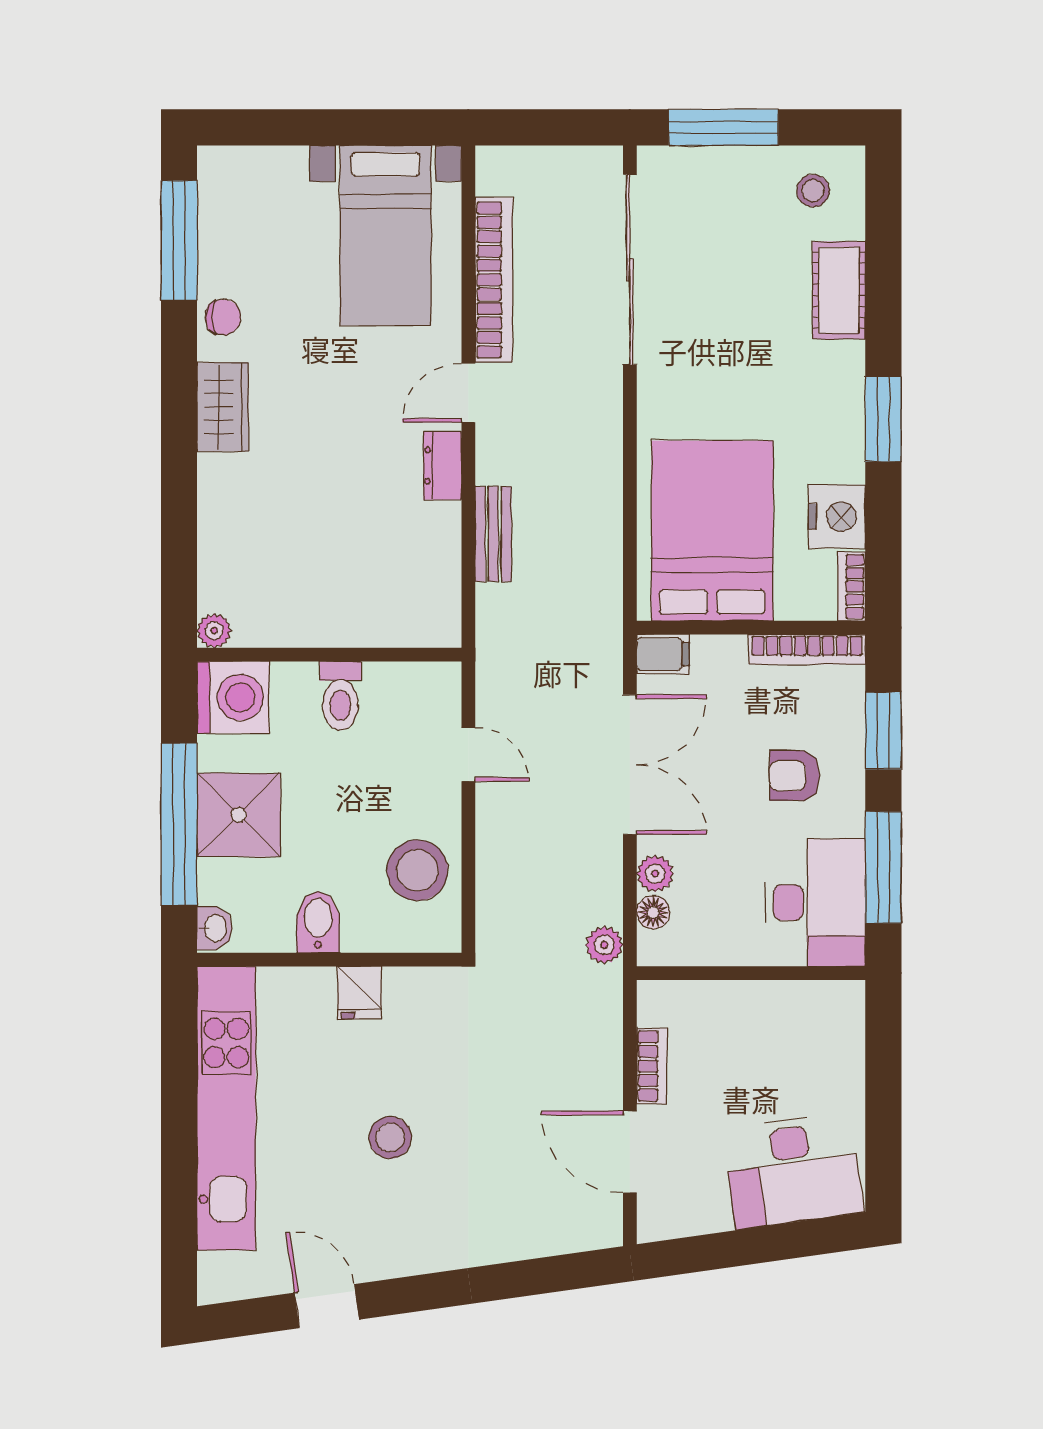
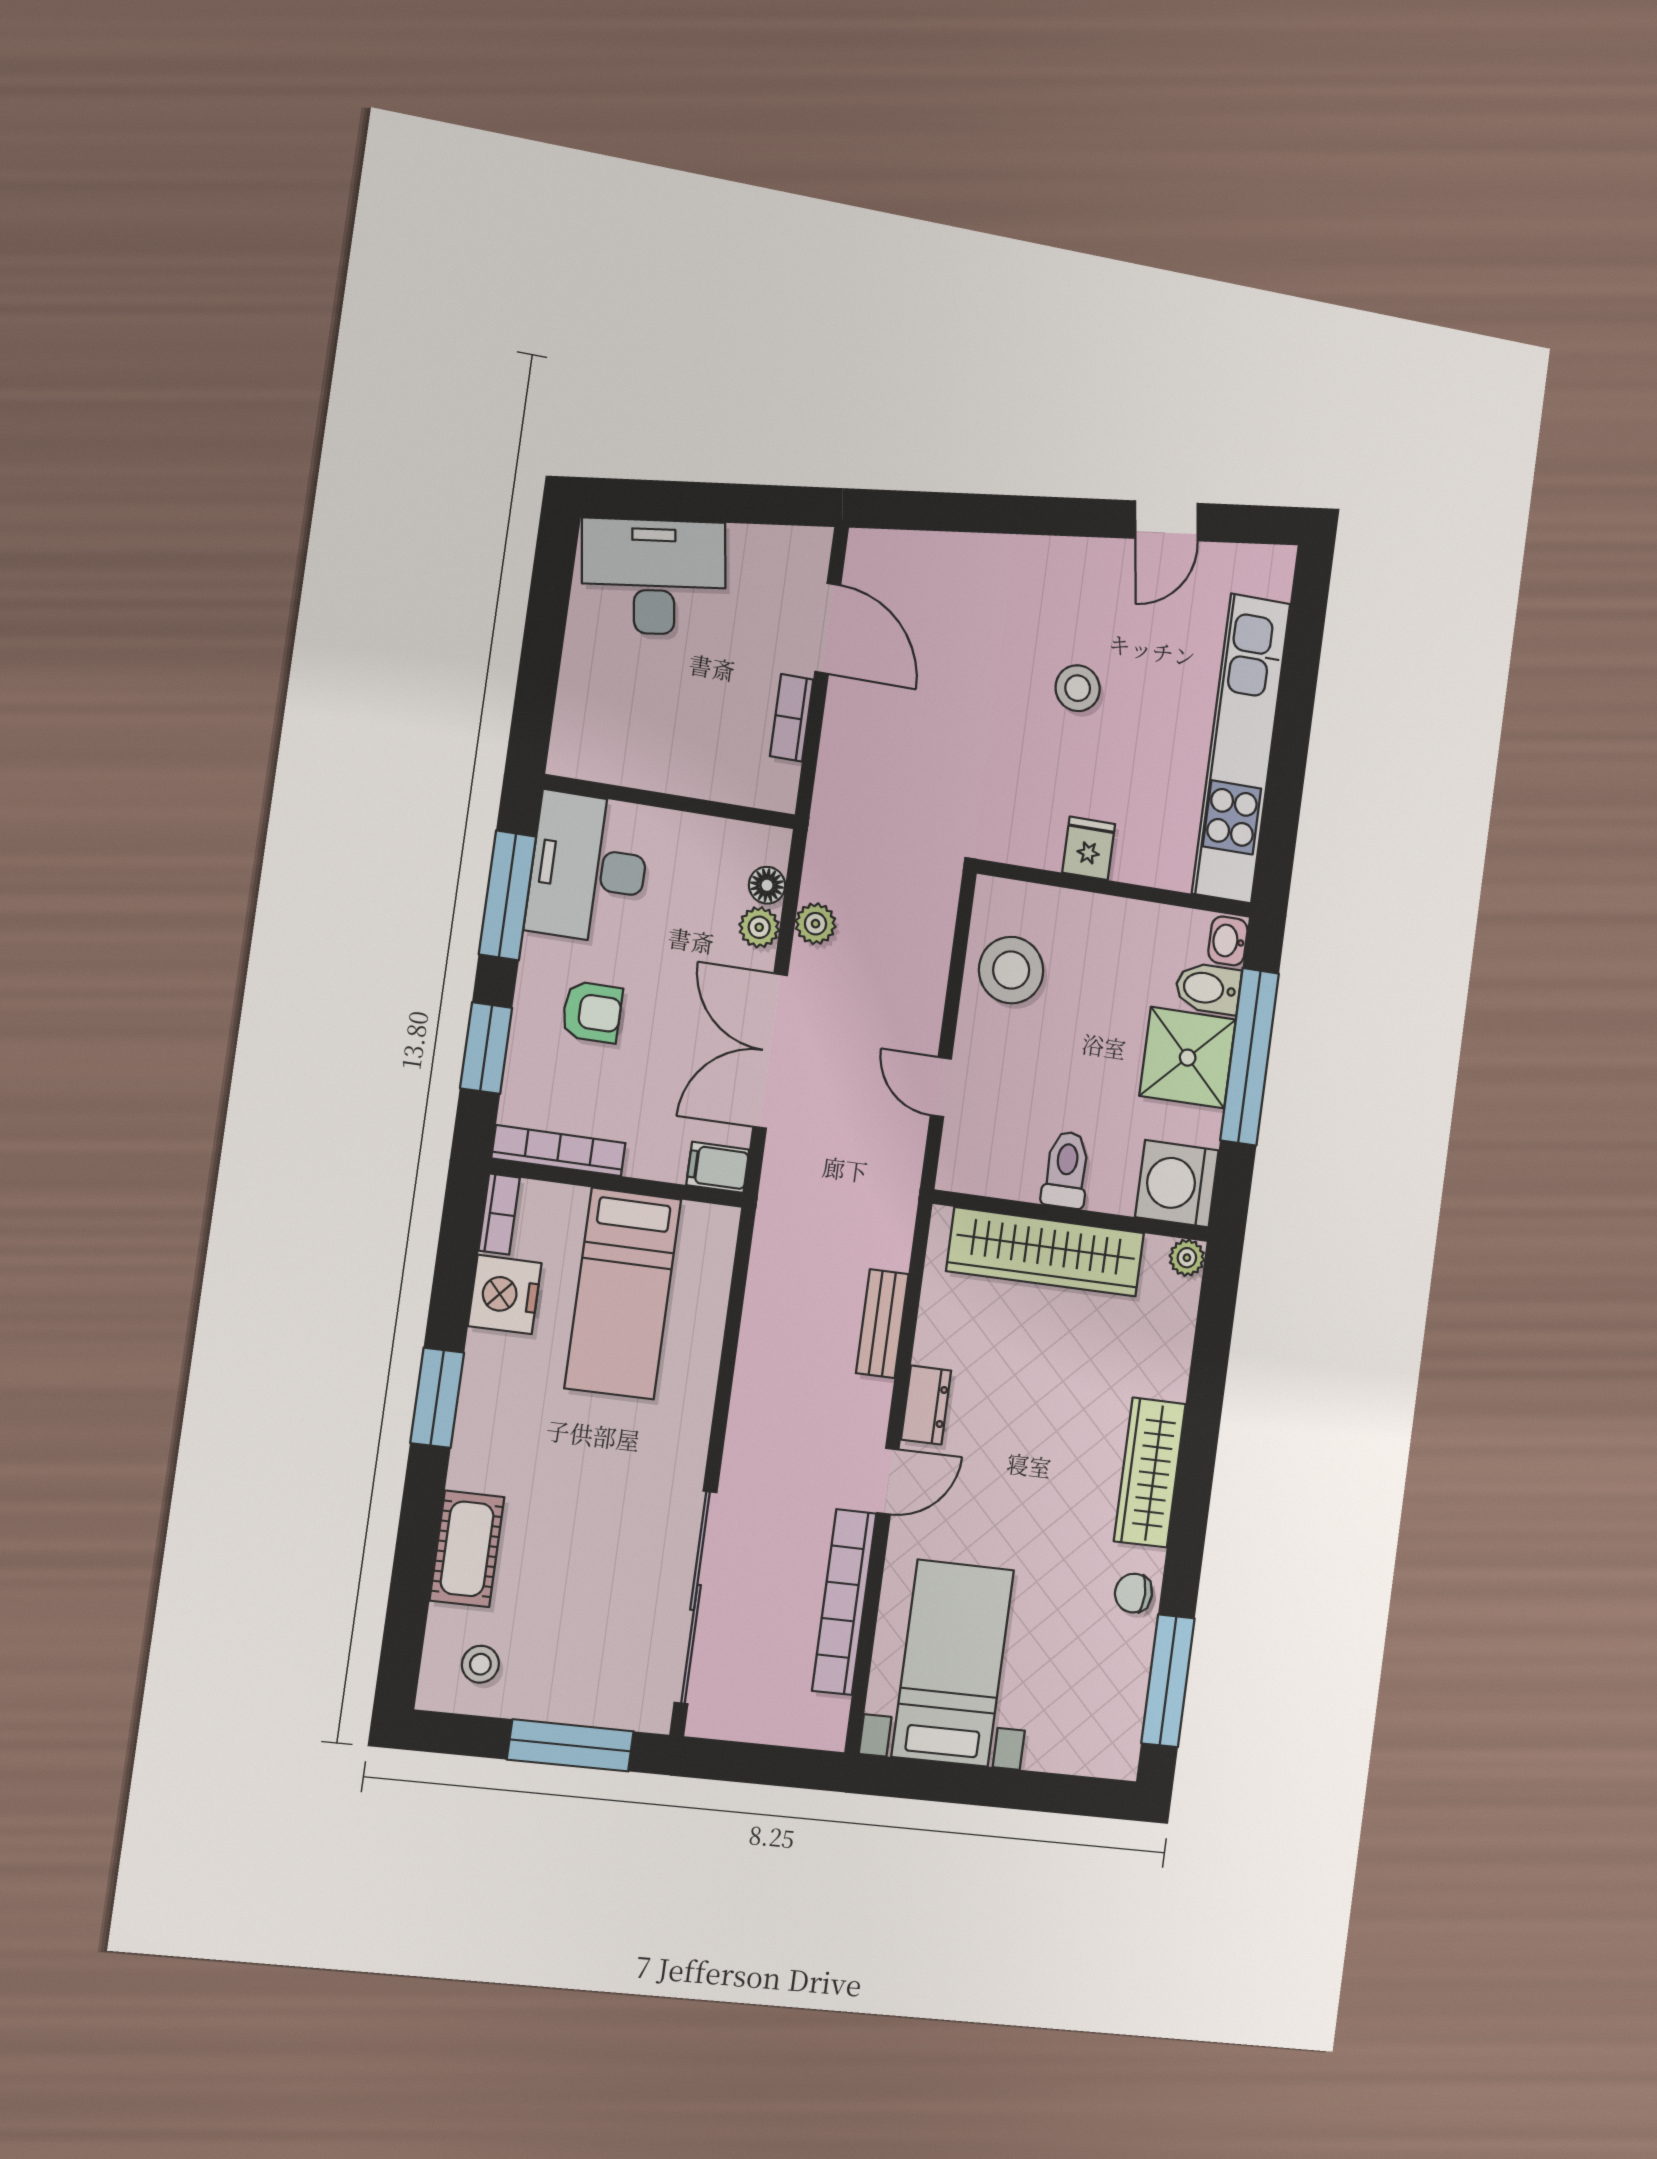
wardrobe: (223, 407) -> (1150, 1473), width x1.50
bed: (712, 531) -> (623, 1294), width x0.67
wardrobe: (350, 618) -> (1045, 1252), added
bidet: (318, 922) -> (1208, 988), moved, turned 90
plant: (604, 945) -> (815, 924), moved
door: (327, 1306) -> (1167, 521), hinge flipped

